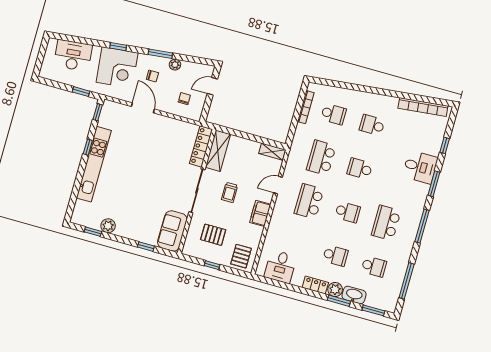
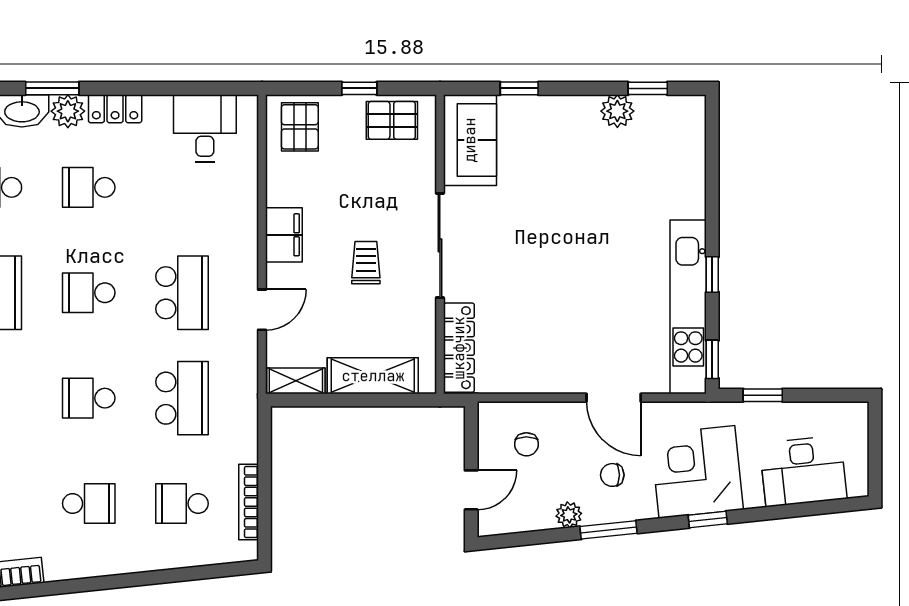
shelving: (218, 151) -> (373, 376), moved, turned 90
kitchen unit: (94, 164) -> (688, 307), moved
school desk: (360, 169) -> (89, 398), turned 180
pallet: (213, 235) -> (392, 120), moved

